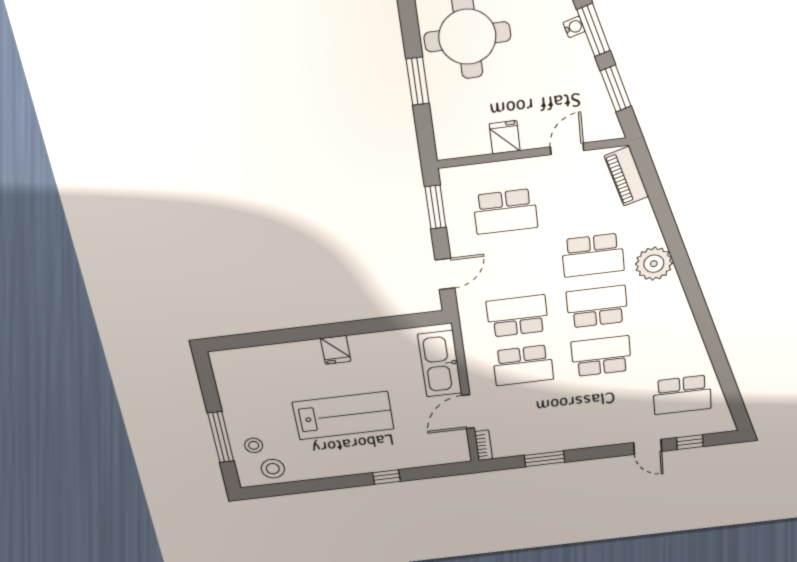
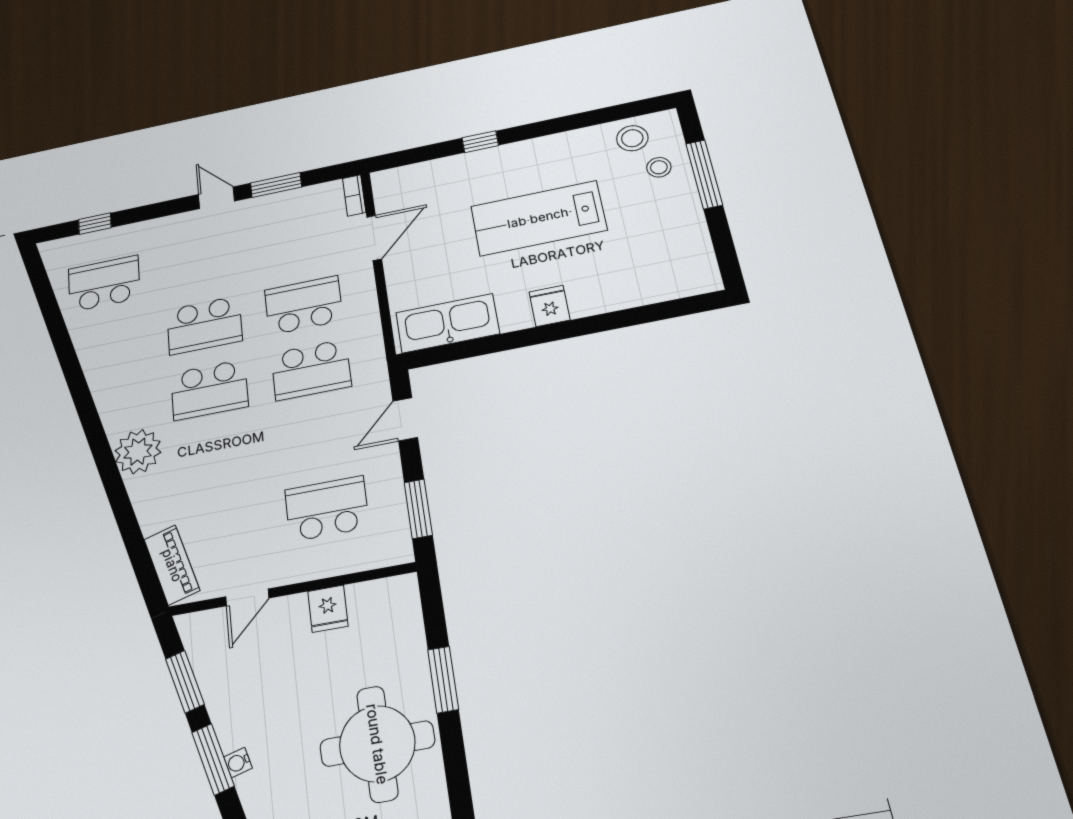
school desk: (593, 255) -> (215, 457), removed
kitchen sink: (440, 364) -> (447, 323), moved, turned -90
door: (648, 447) -> (216, 198), moved

